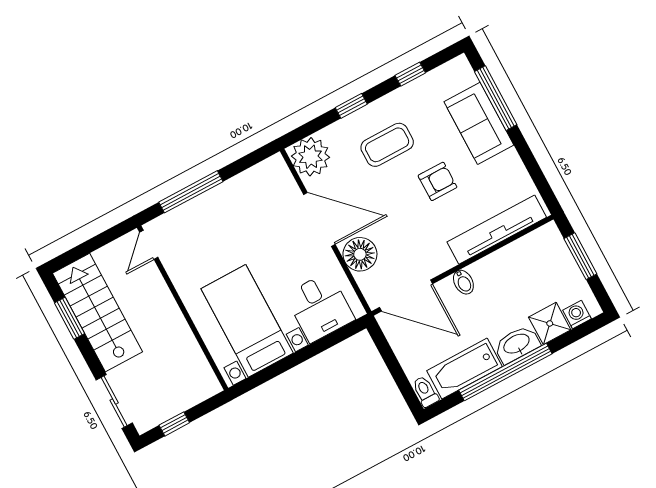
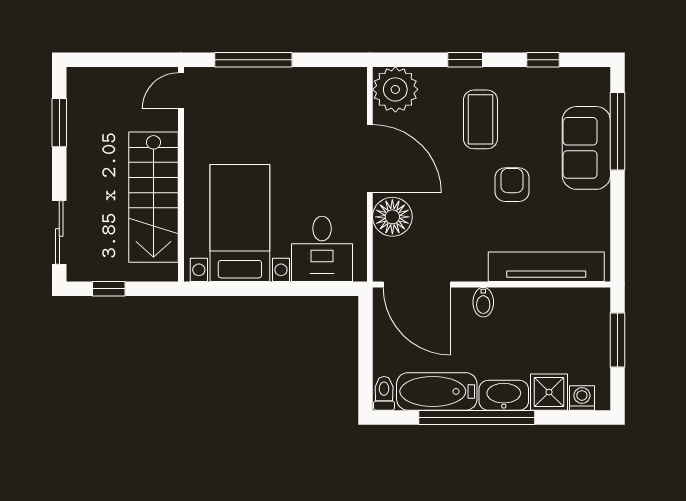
coffee table: (387, 145) -> (480, 119), turned 90
armchair: (437, 181) -> (512, 185), turned -90
stairs: (97, 313) -> (153, 197), moved, turned 180

